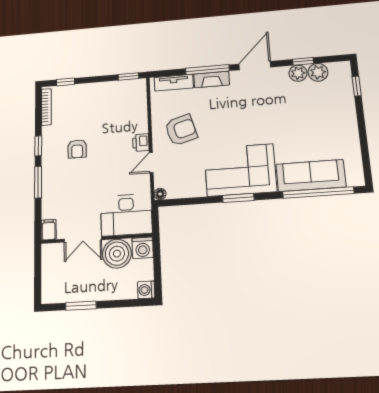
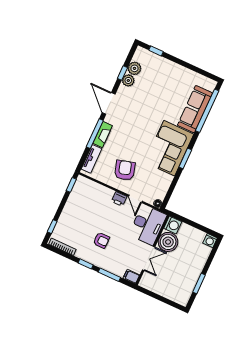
desk: (126, 215) -> (148, 225), moved
filing cabinet: (49, 230) -> (131, 277), moved
double door: (83, 239) -> (149, 258), moved
wall: (96, 239) -> (152, 250), moved
washing machine: (143, 248) -> (173, 225), moved
boiler: (117, 254) -> (168, 242), moved

